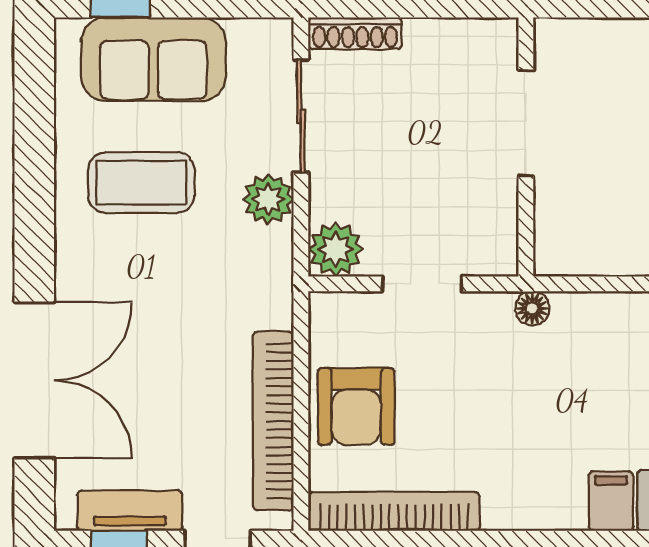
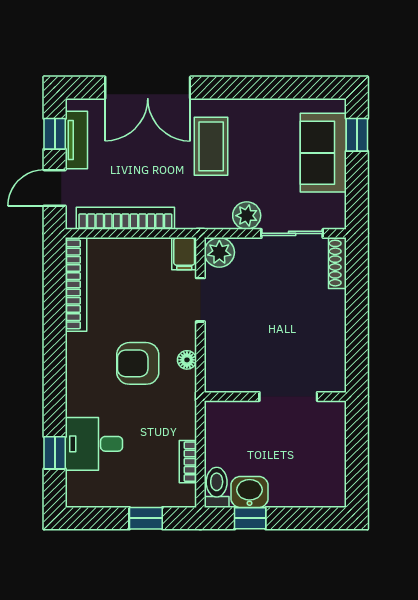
doorway: (526, 123) -> (288, 397), moved
wall: (526, 147) -> (275, 397), moved
coffee table: (141, 182) -> (211, 146), moved
armchair: (356, 406) -> (138, 363), moved
filing cabinet: (611, 501) -> (184, 254), moved, turned 90

